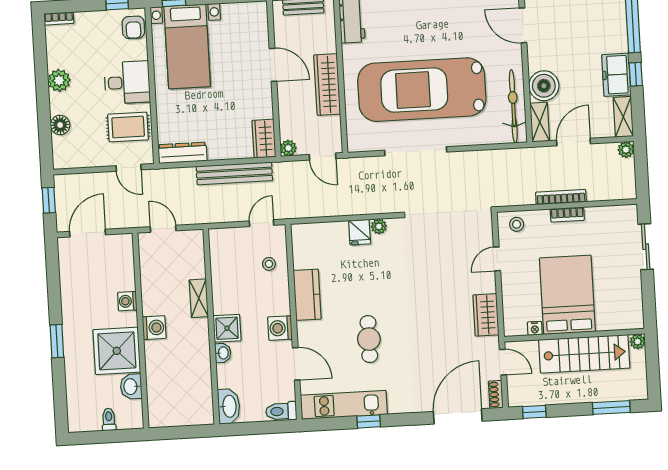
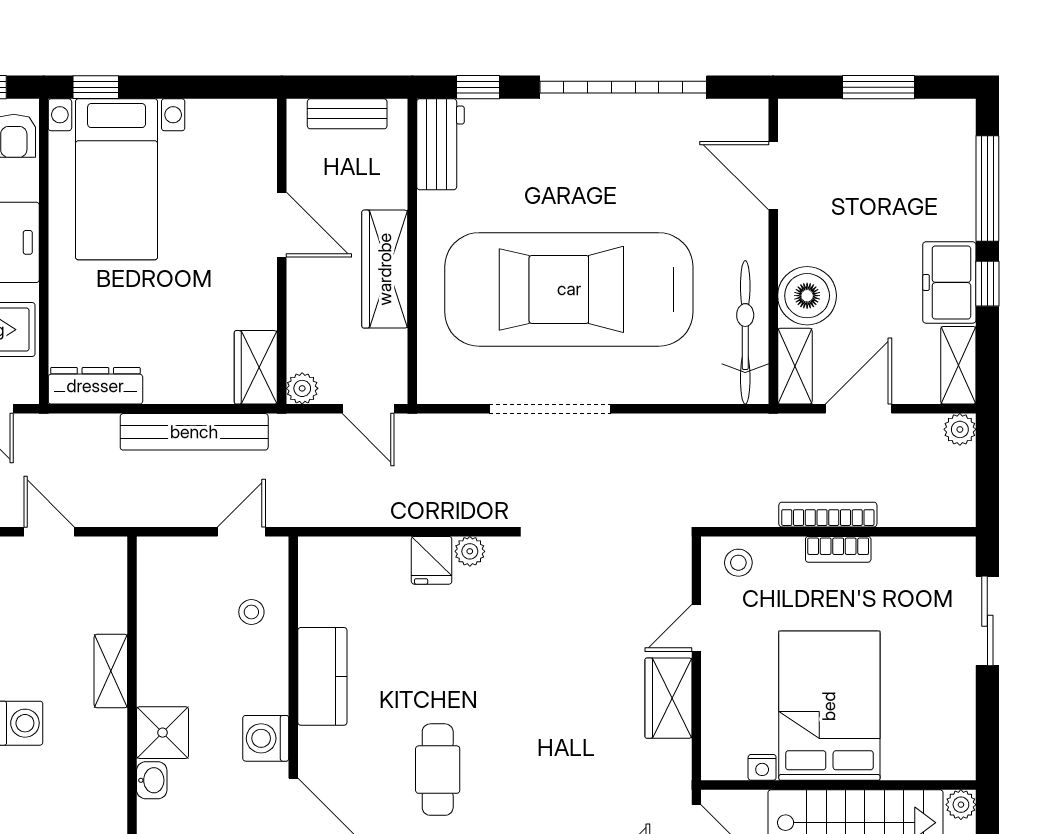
wardrobe: (486, 315) -> (668, 698), moved

